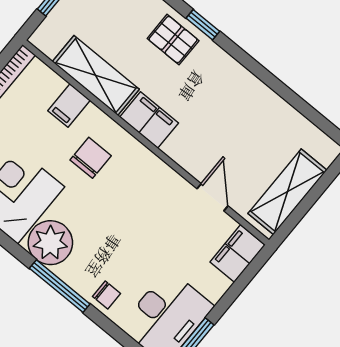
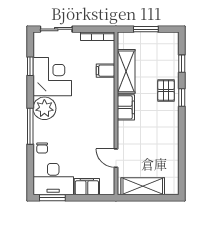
chair: (91, 158) -> (92, 96), removed
door: (212, 197) -> (116, 158), swing flipped
filing cabinet: (237, 253) -> (87, 187), moved

